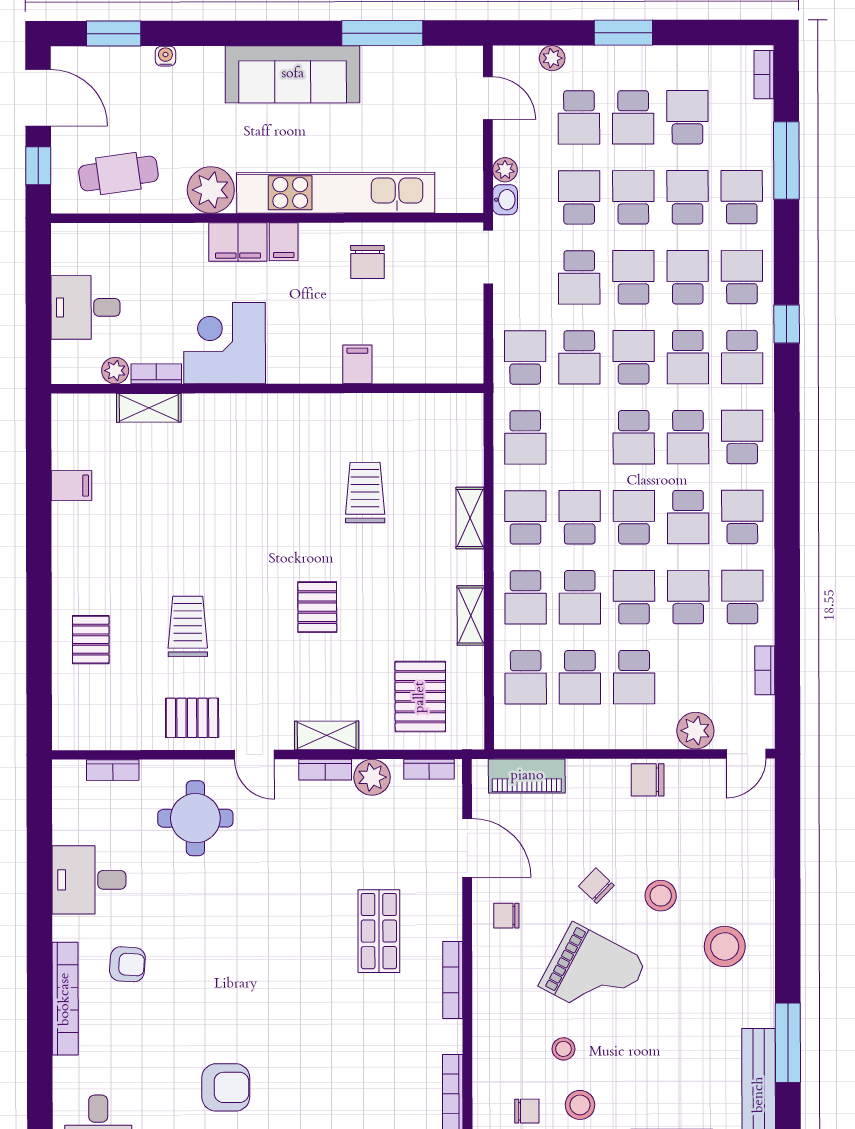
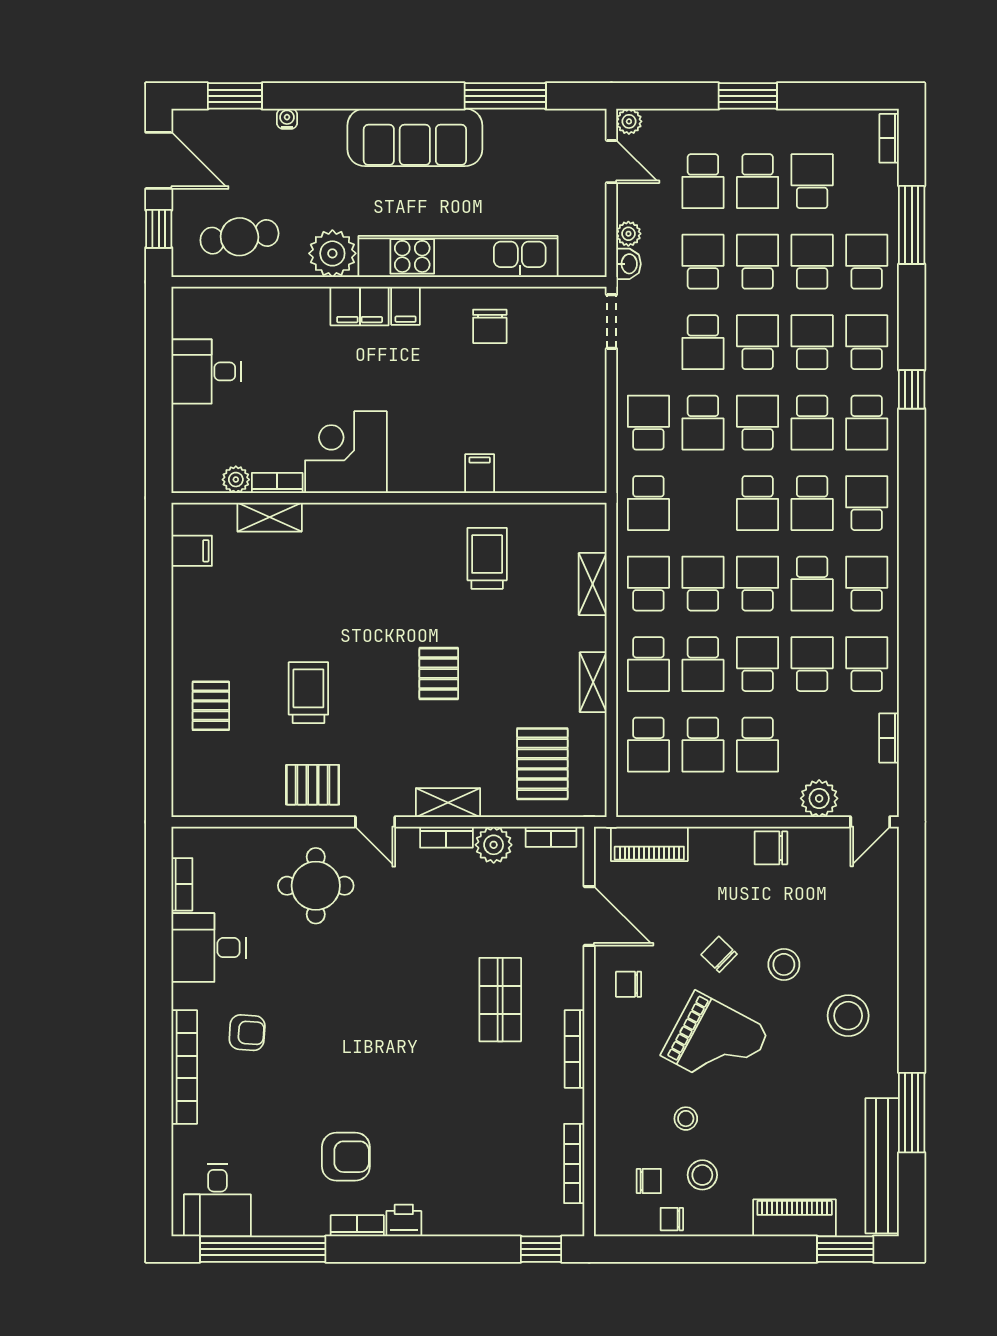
plant: (552, 58) -> (629, 121), moved
corner desk: (225, 343) -> (346, 452), moved
filing cabinet: (357, 364) -> (480, 474), moved
plant: (115, 371) -> (236, 480), moved
bookcase: (156, 374) -> (277, 483), moved
wall: (267, 388) -> (389, 498), moved
shelving: (149, 408) -> (270, 517), moved
bookcase: (113, 770) -> (182, 884), moved, turned -90

